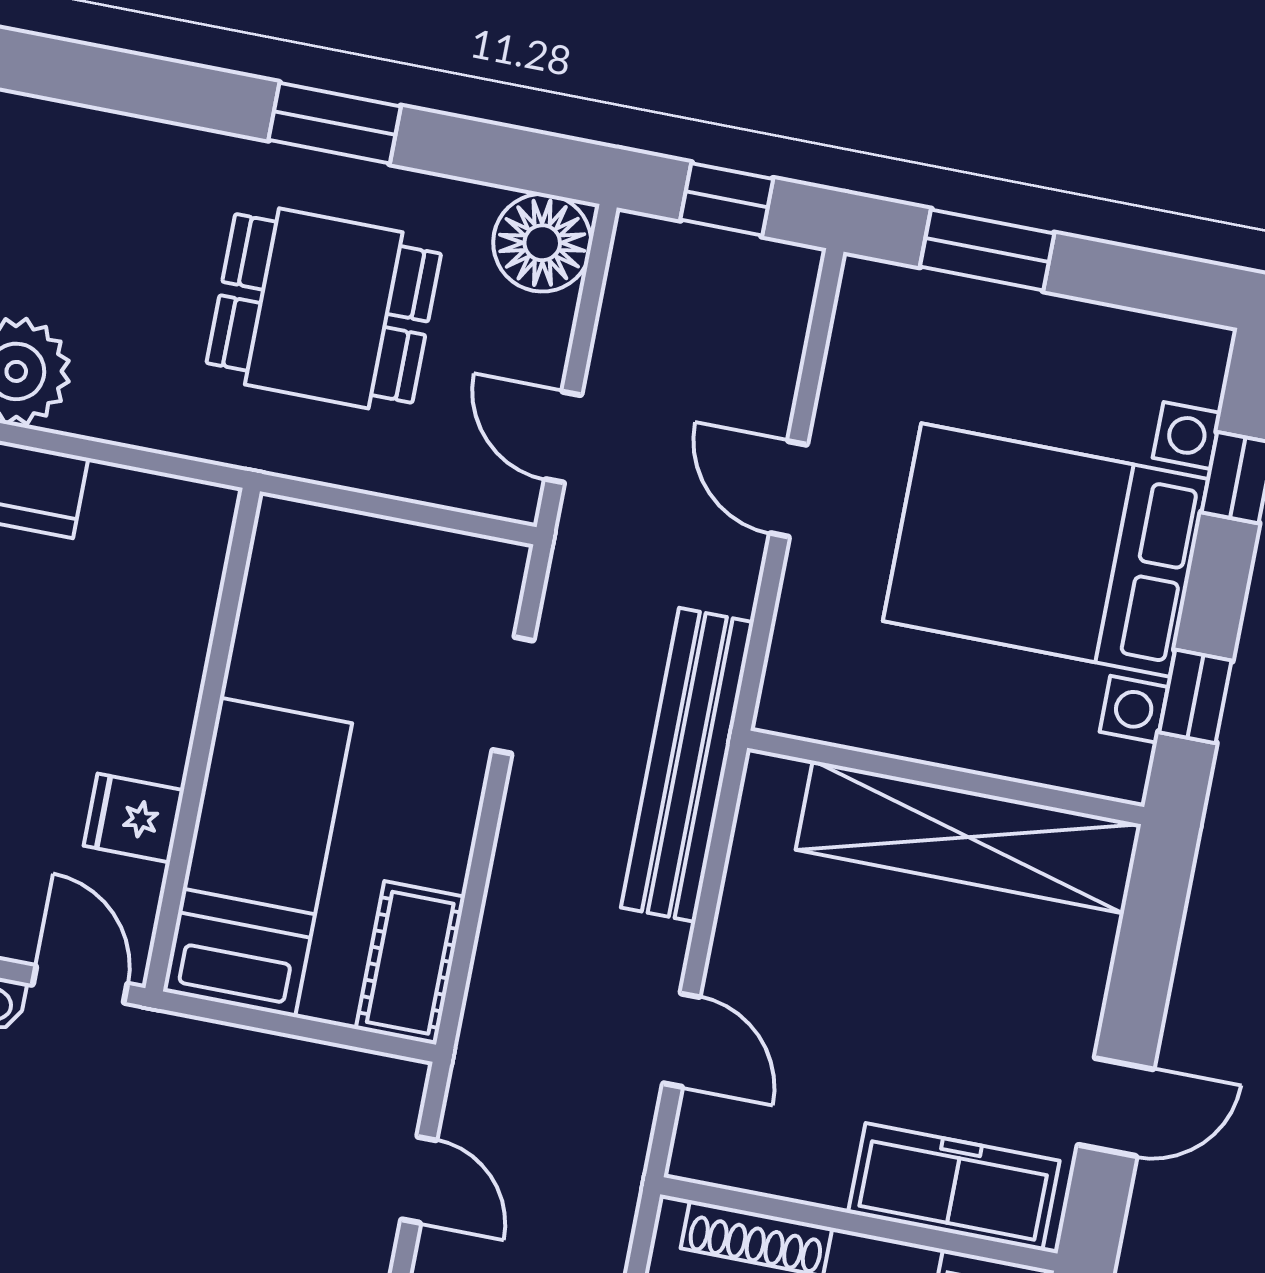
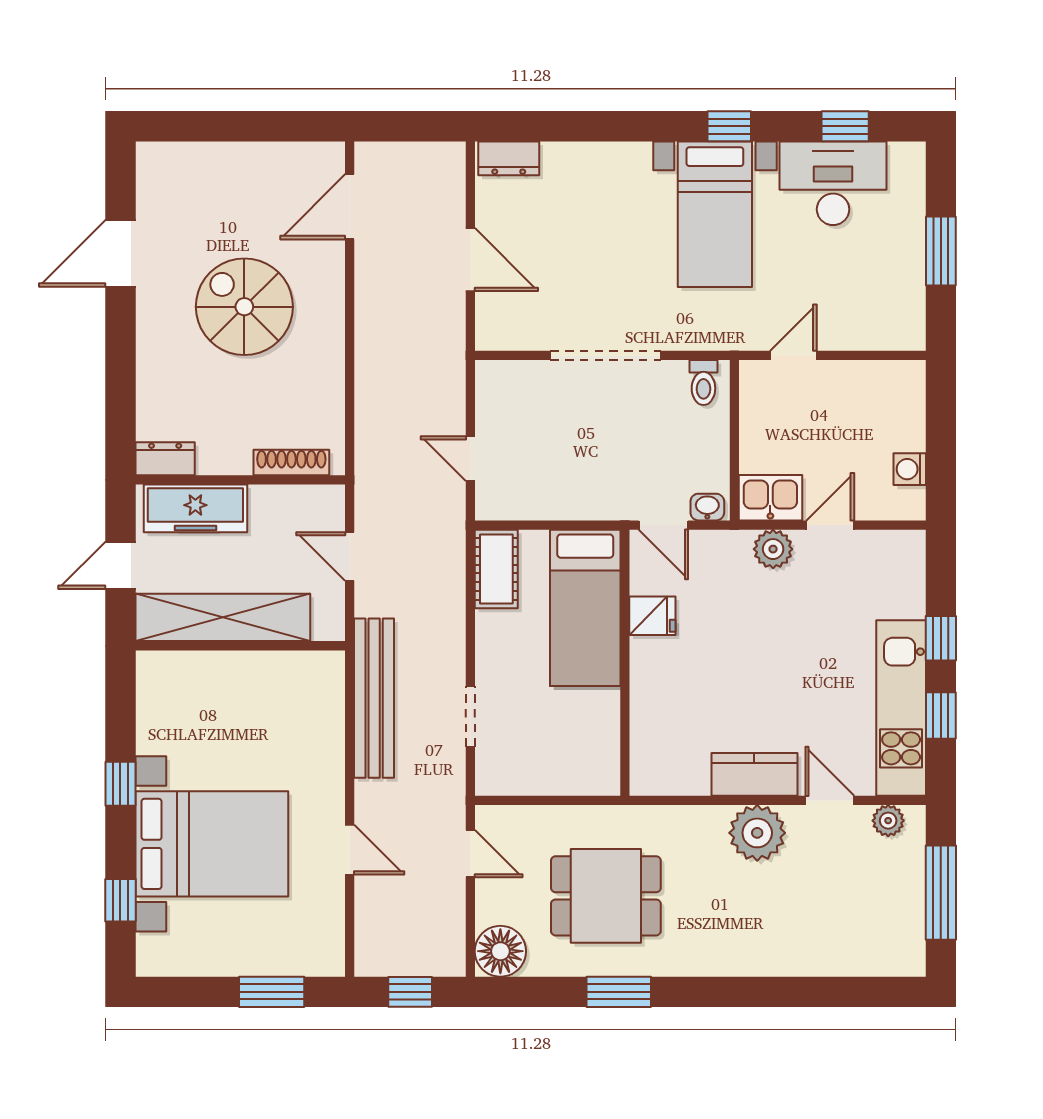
wall: (946, 777) -> (240, 646), moved
shelving: (968, 837) -> (223, 617), moved

